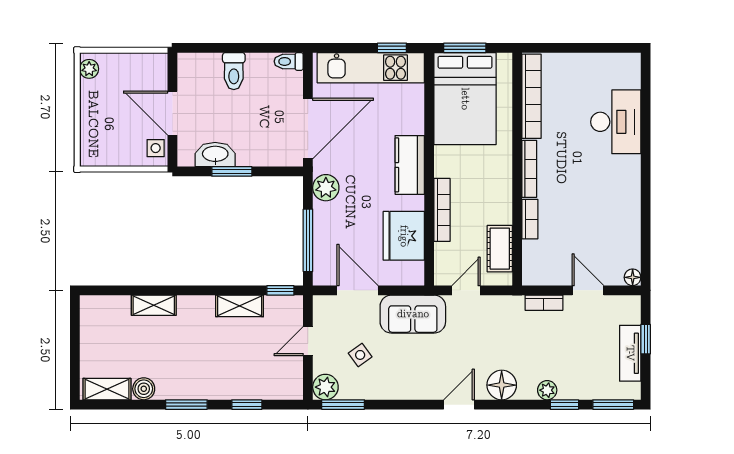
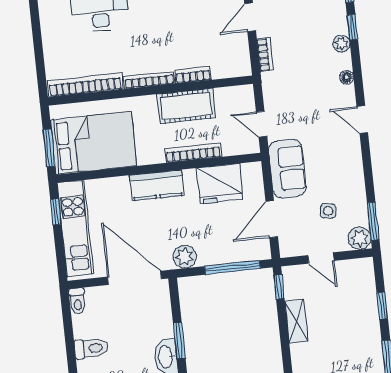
cot: (500, 249) -> (186, 106), moved, width x1.37, depth x1.34
side table: (360, 355) -> (328, 211), turned 45
floor lamp: (502, 385) -> (347, 77), width x0.53, depth x0.53

